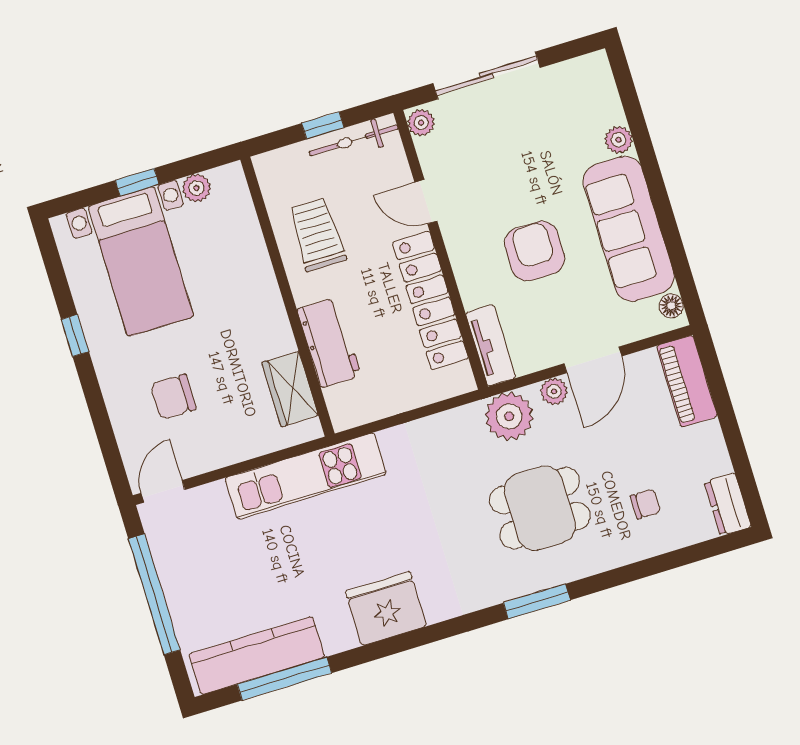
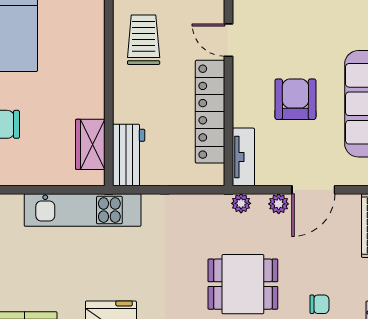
workbench: (329, 342) -> (129, 155), moved
plant: (509, 416) -> (241, 203), width x0.53, depth x0.53

